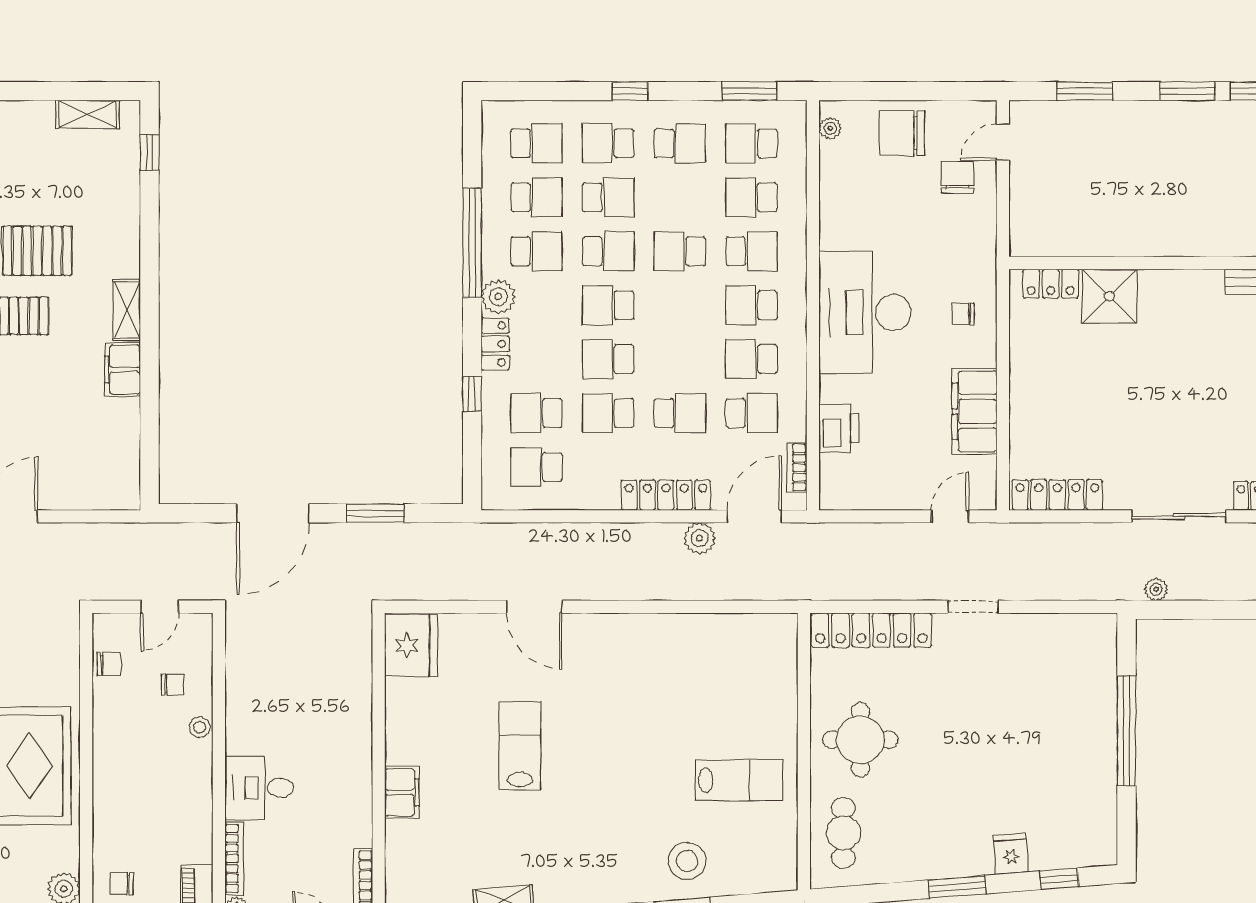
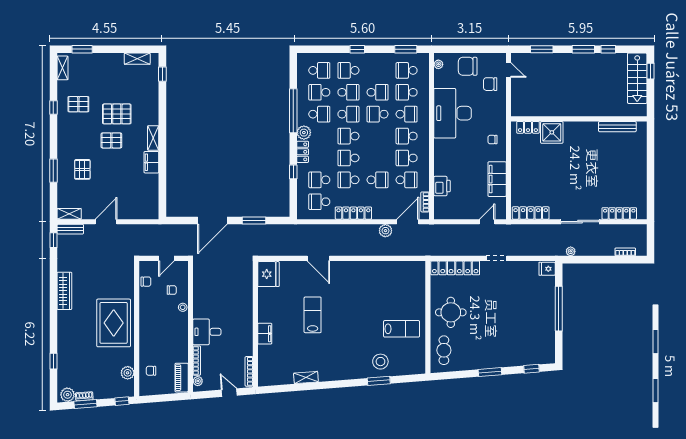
door: (1003, 142) -> (509, 70), swing flipped
school desk: (680, 143) -> (378, 92), moved
chair: (958, 177) -> (490, 84), turned -90
school desk: (536, 197) -> (319, 92), turned 180
desk: (865, 312) -> (453, 113), moved
locker: (666, 495) -> (353, 213), moved
fridge: (1011, 854) -> (547, 269), moved, turned -85

